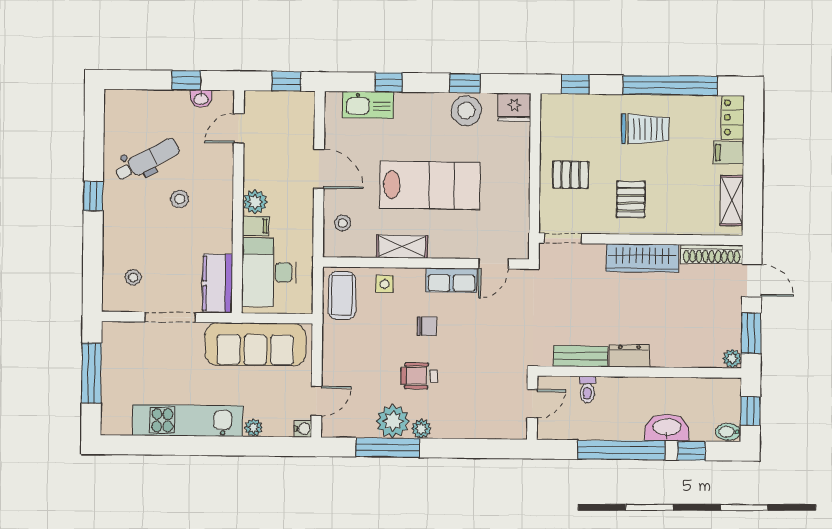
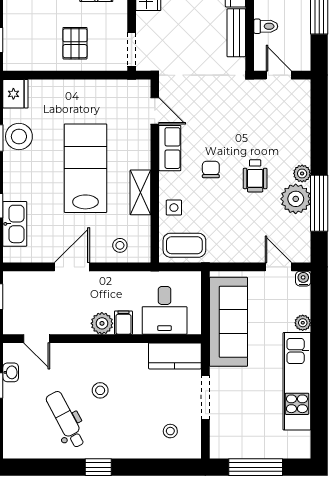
desk: (269, 272) -> (165, 310), width x0.73

